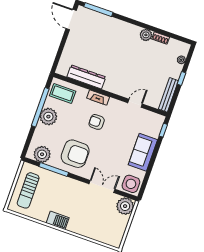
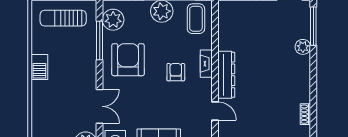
plant: (146, 35) -> (303, 47), moved
dresser: (86, 77) -> (226, 75), moved
armchair: (75, 154) -> (128, 60), turned 180

